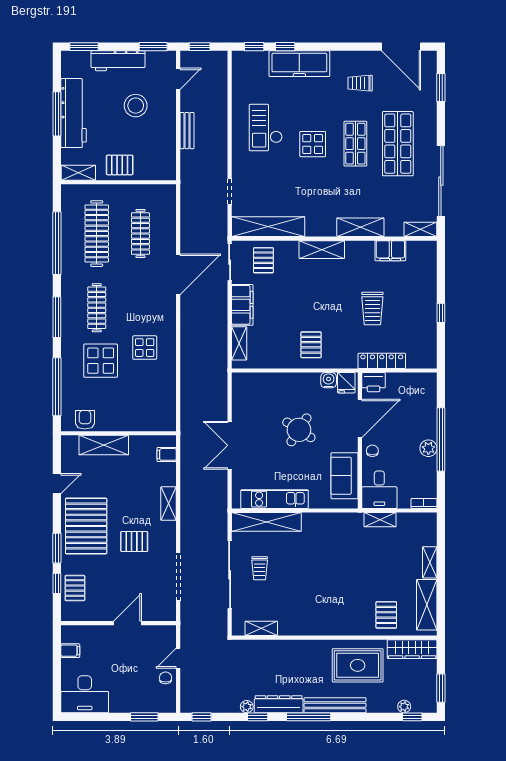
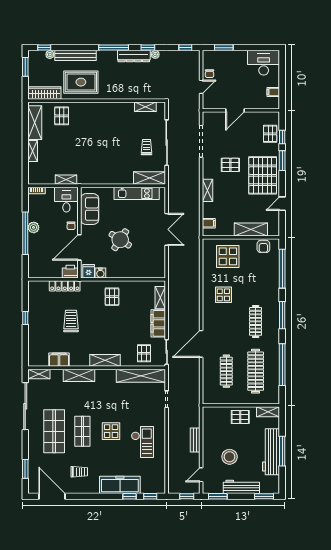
display table: (101, 361) -> (228, 256), moved
shelving: (266, 522) -> (149, 178), width x0.68
bench: (335, 705) -> (76, 55), moved

